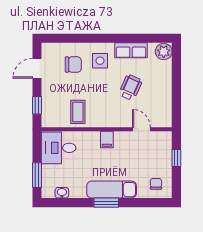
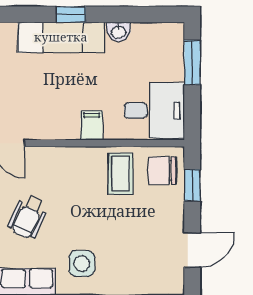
chair: (73, 65) -> (162, 171), moved
filing cabinet: (107, 139) -> (92, 125), moved
washbasin: (62, 193) -> (119, 32), moved
window: (106, 203) -> (71, 14), width x0.67

